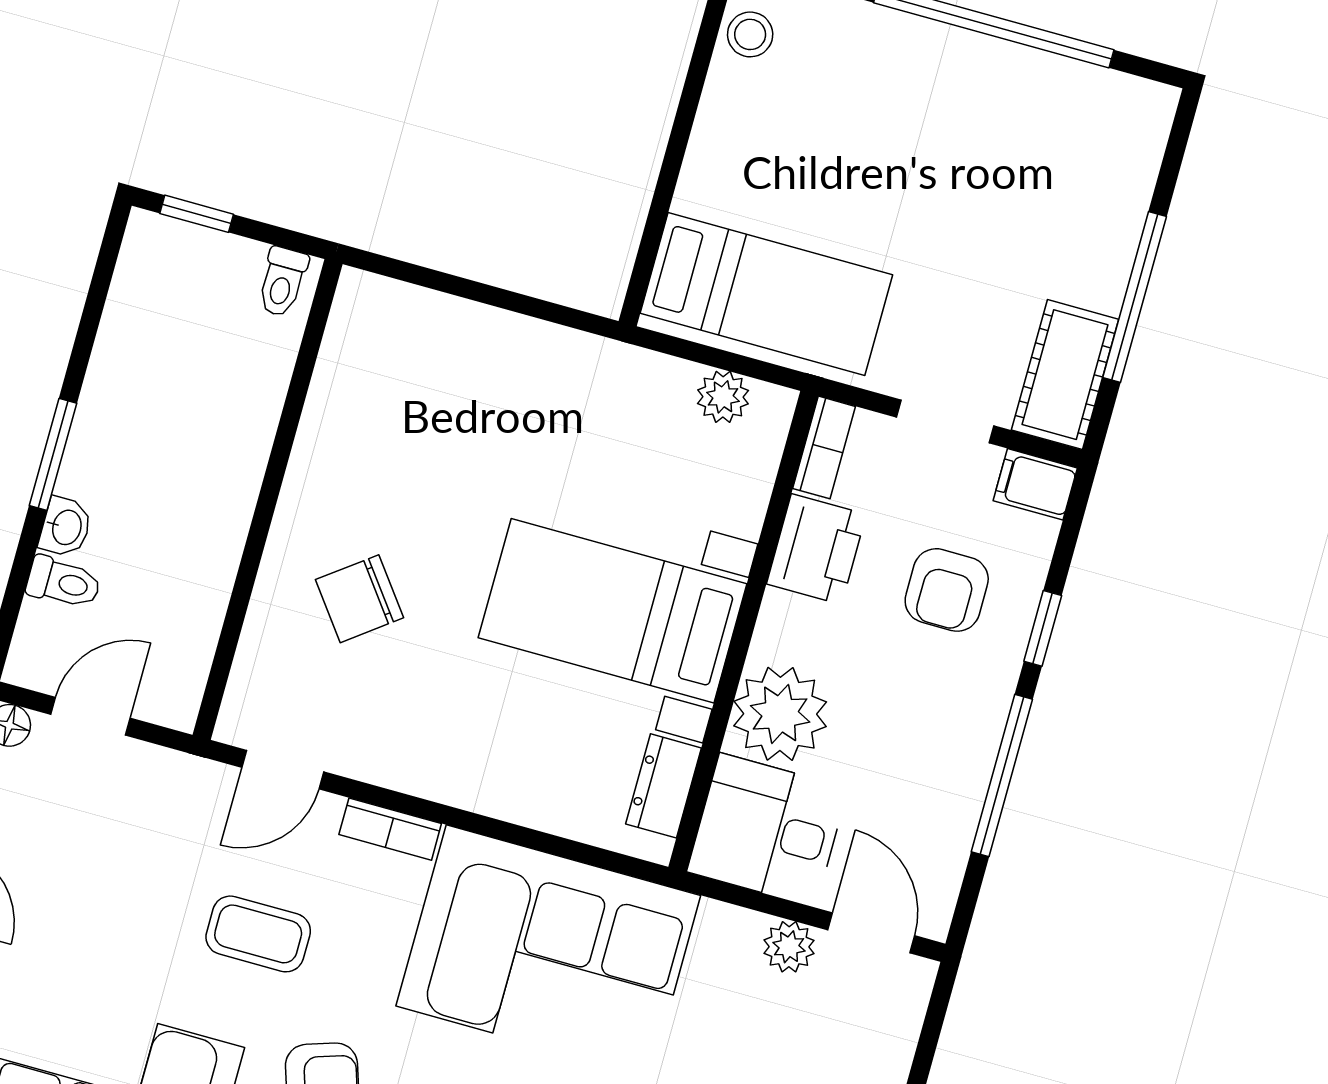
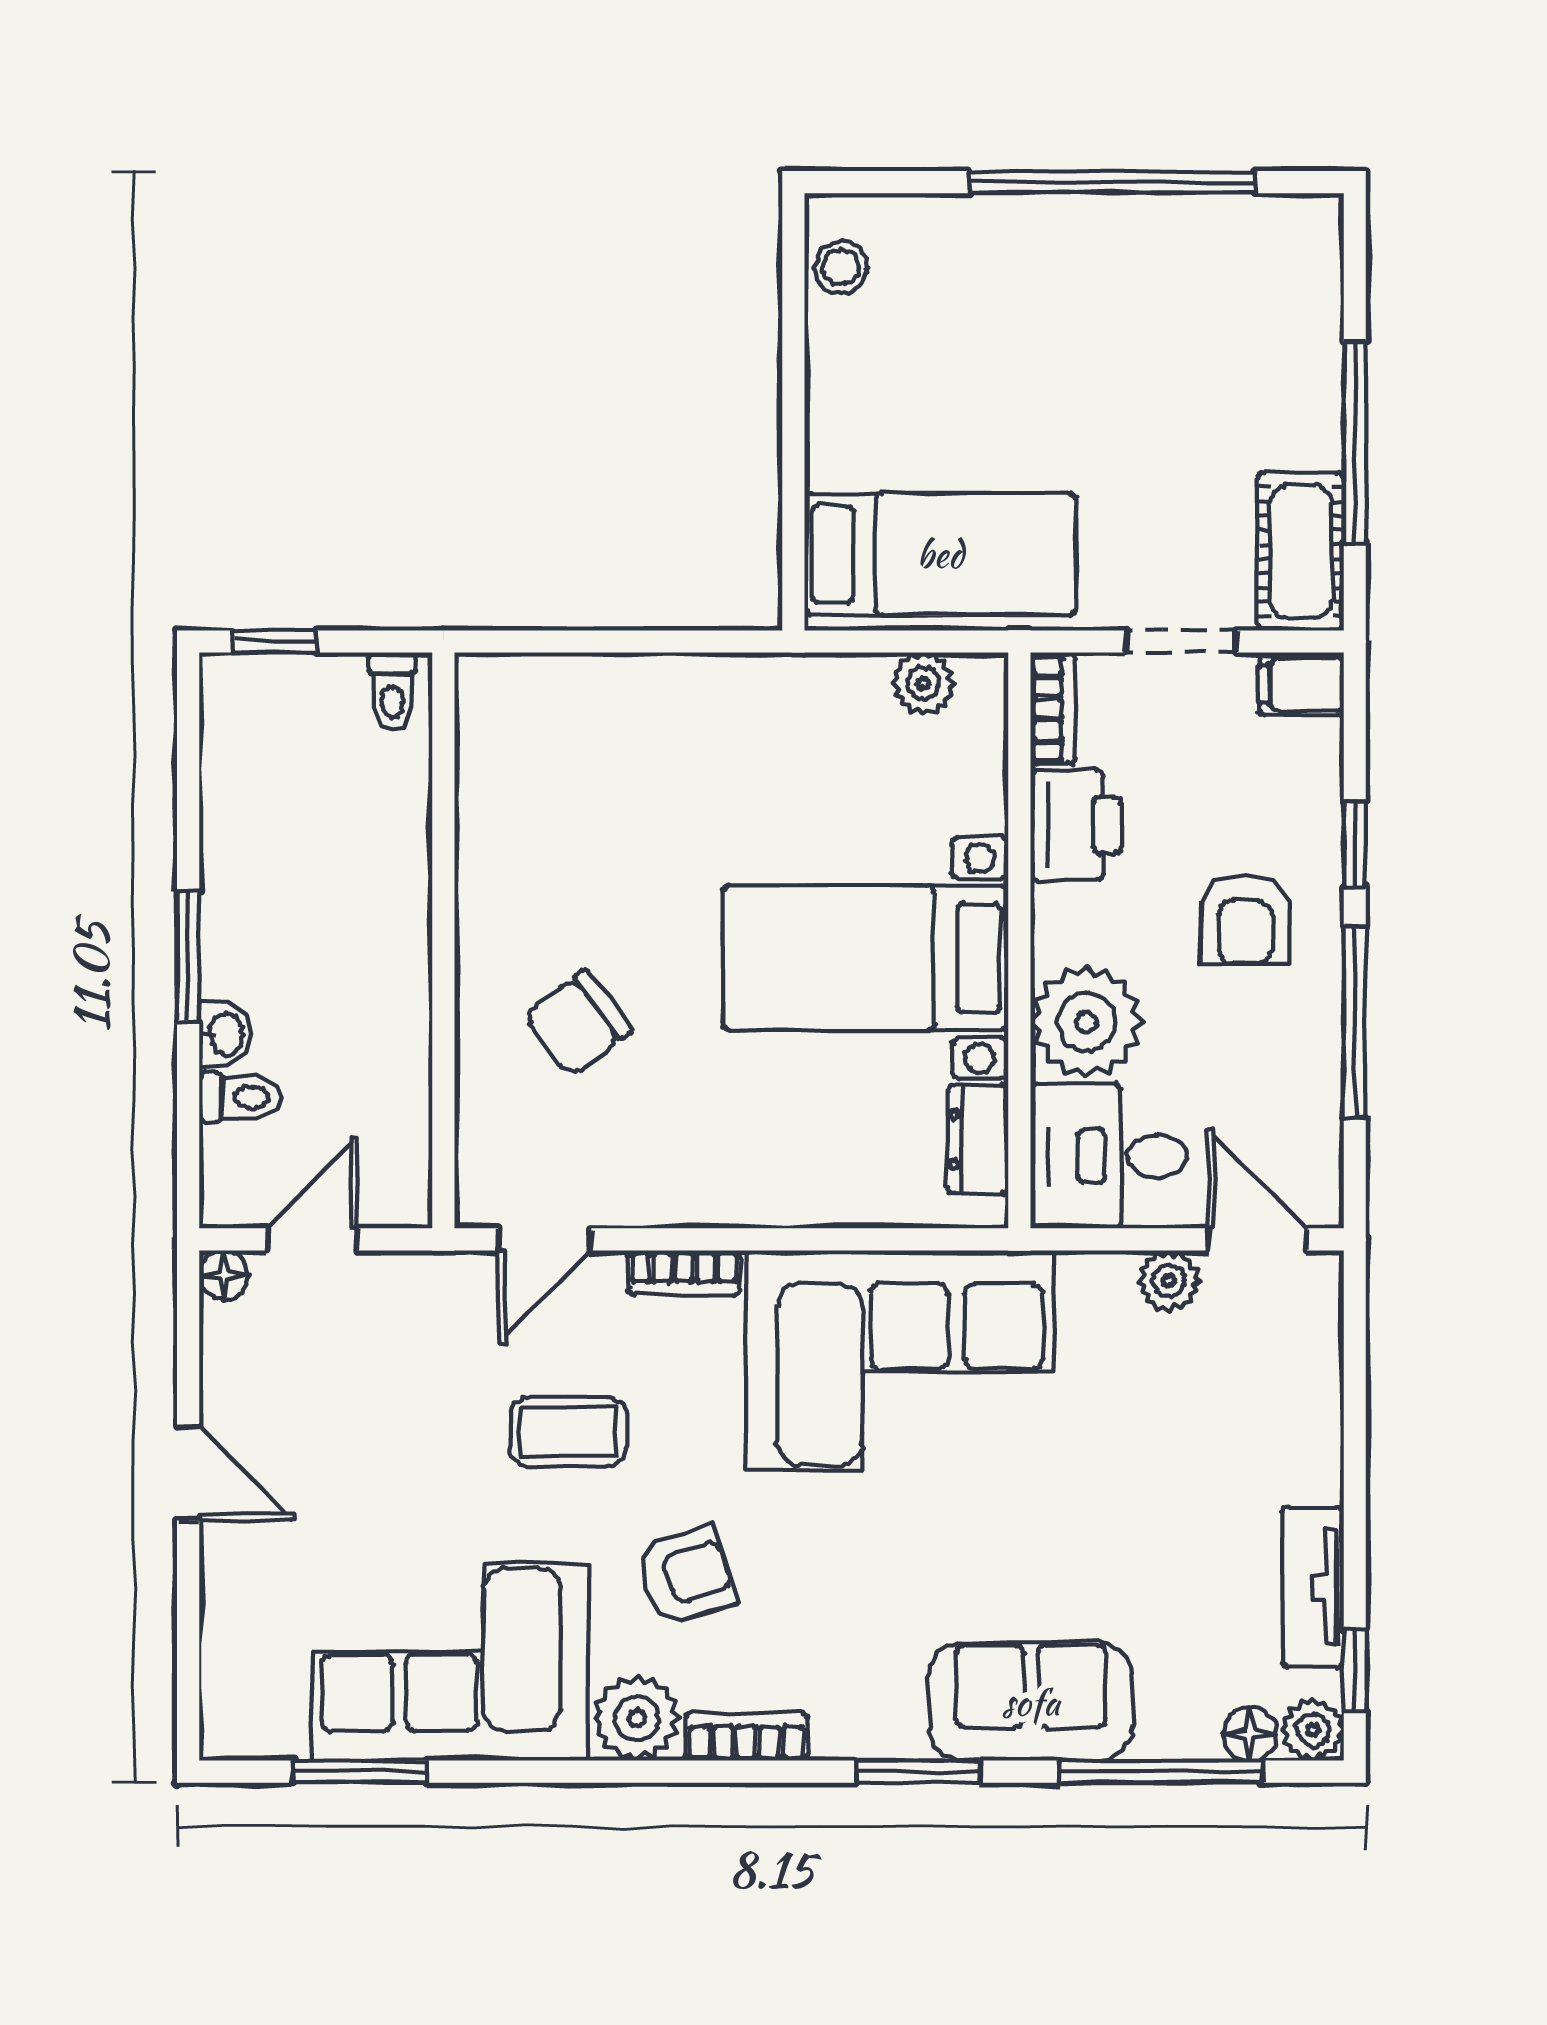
armchair: (947, 590) -> (1245, 919), moved

